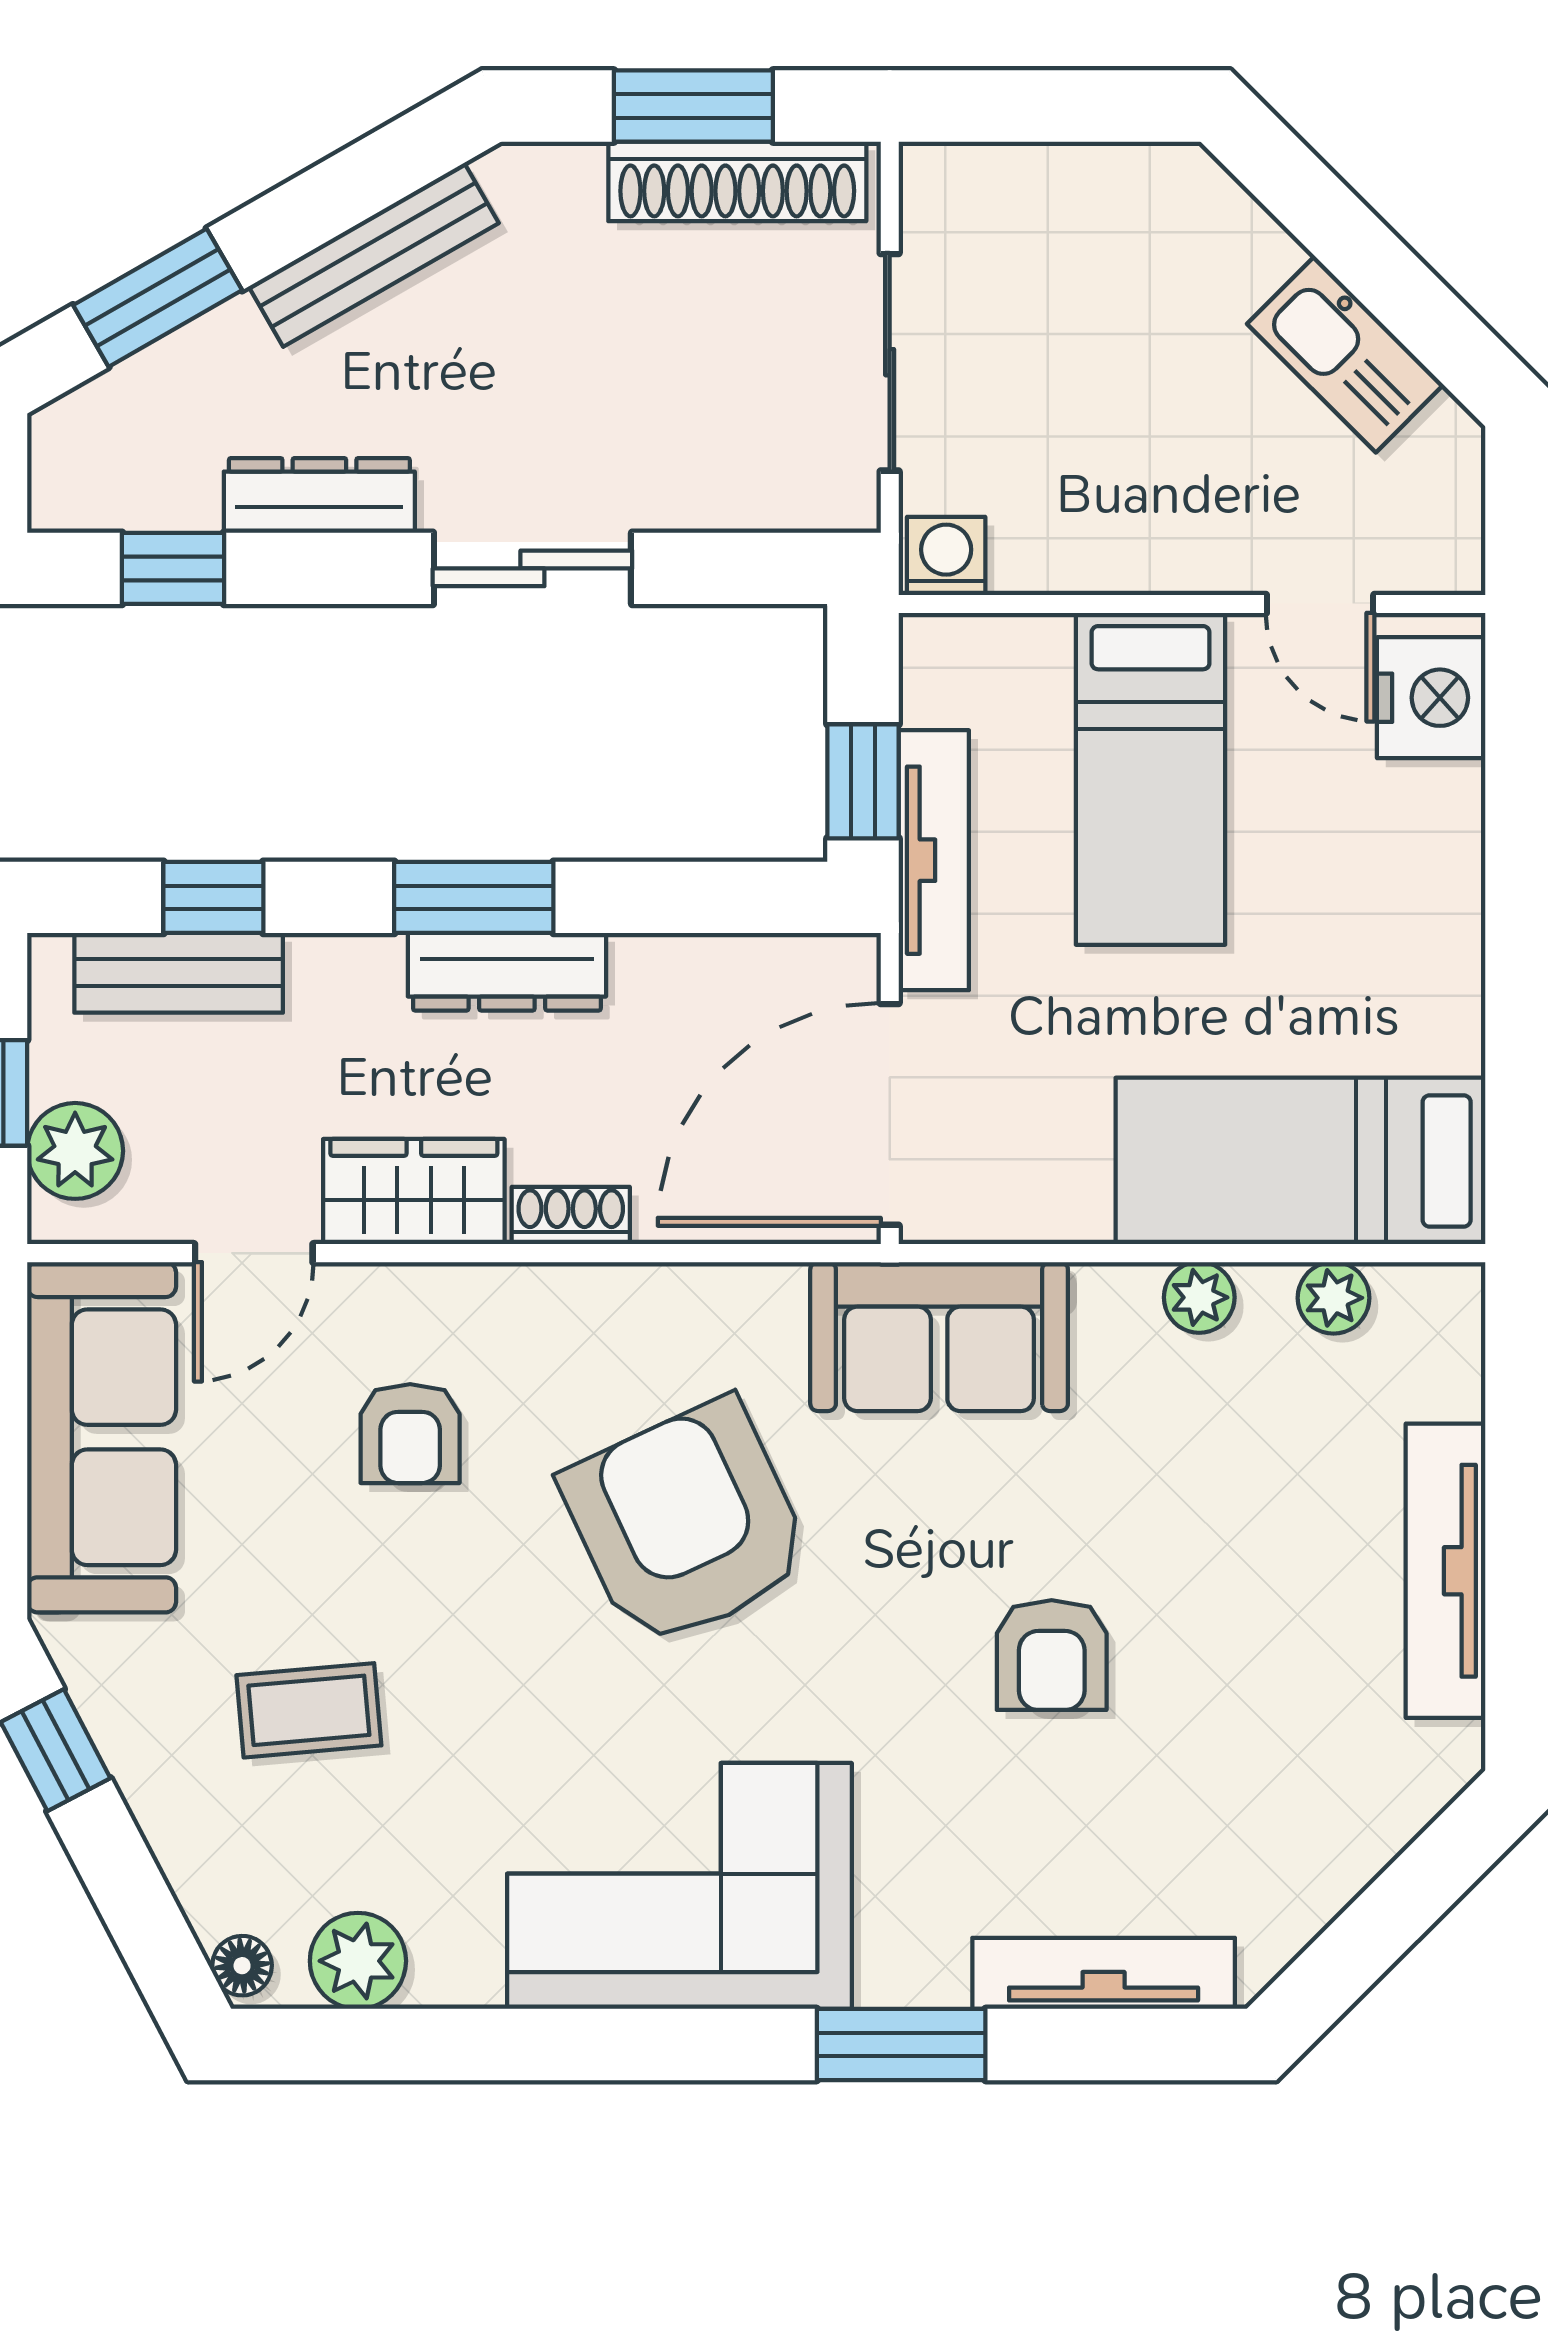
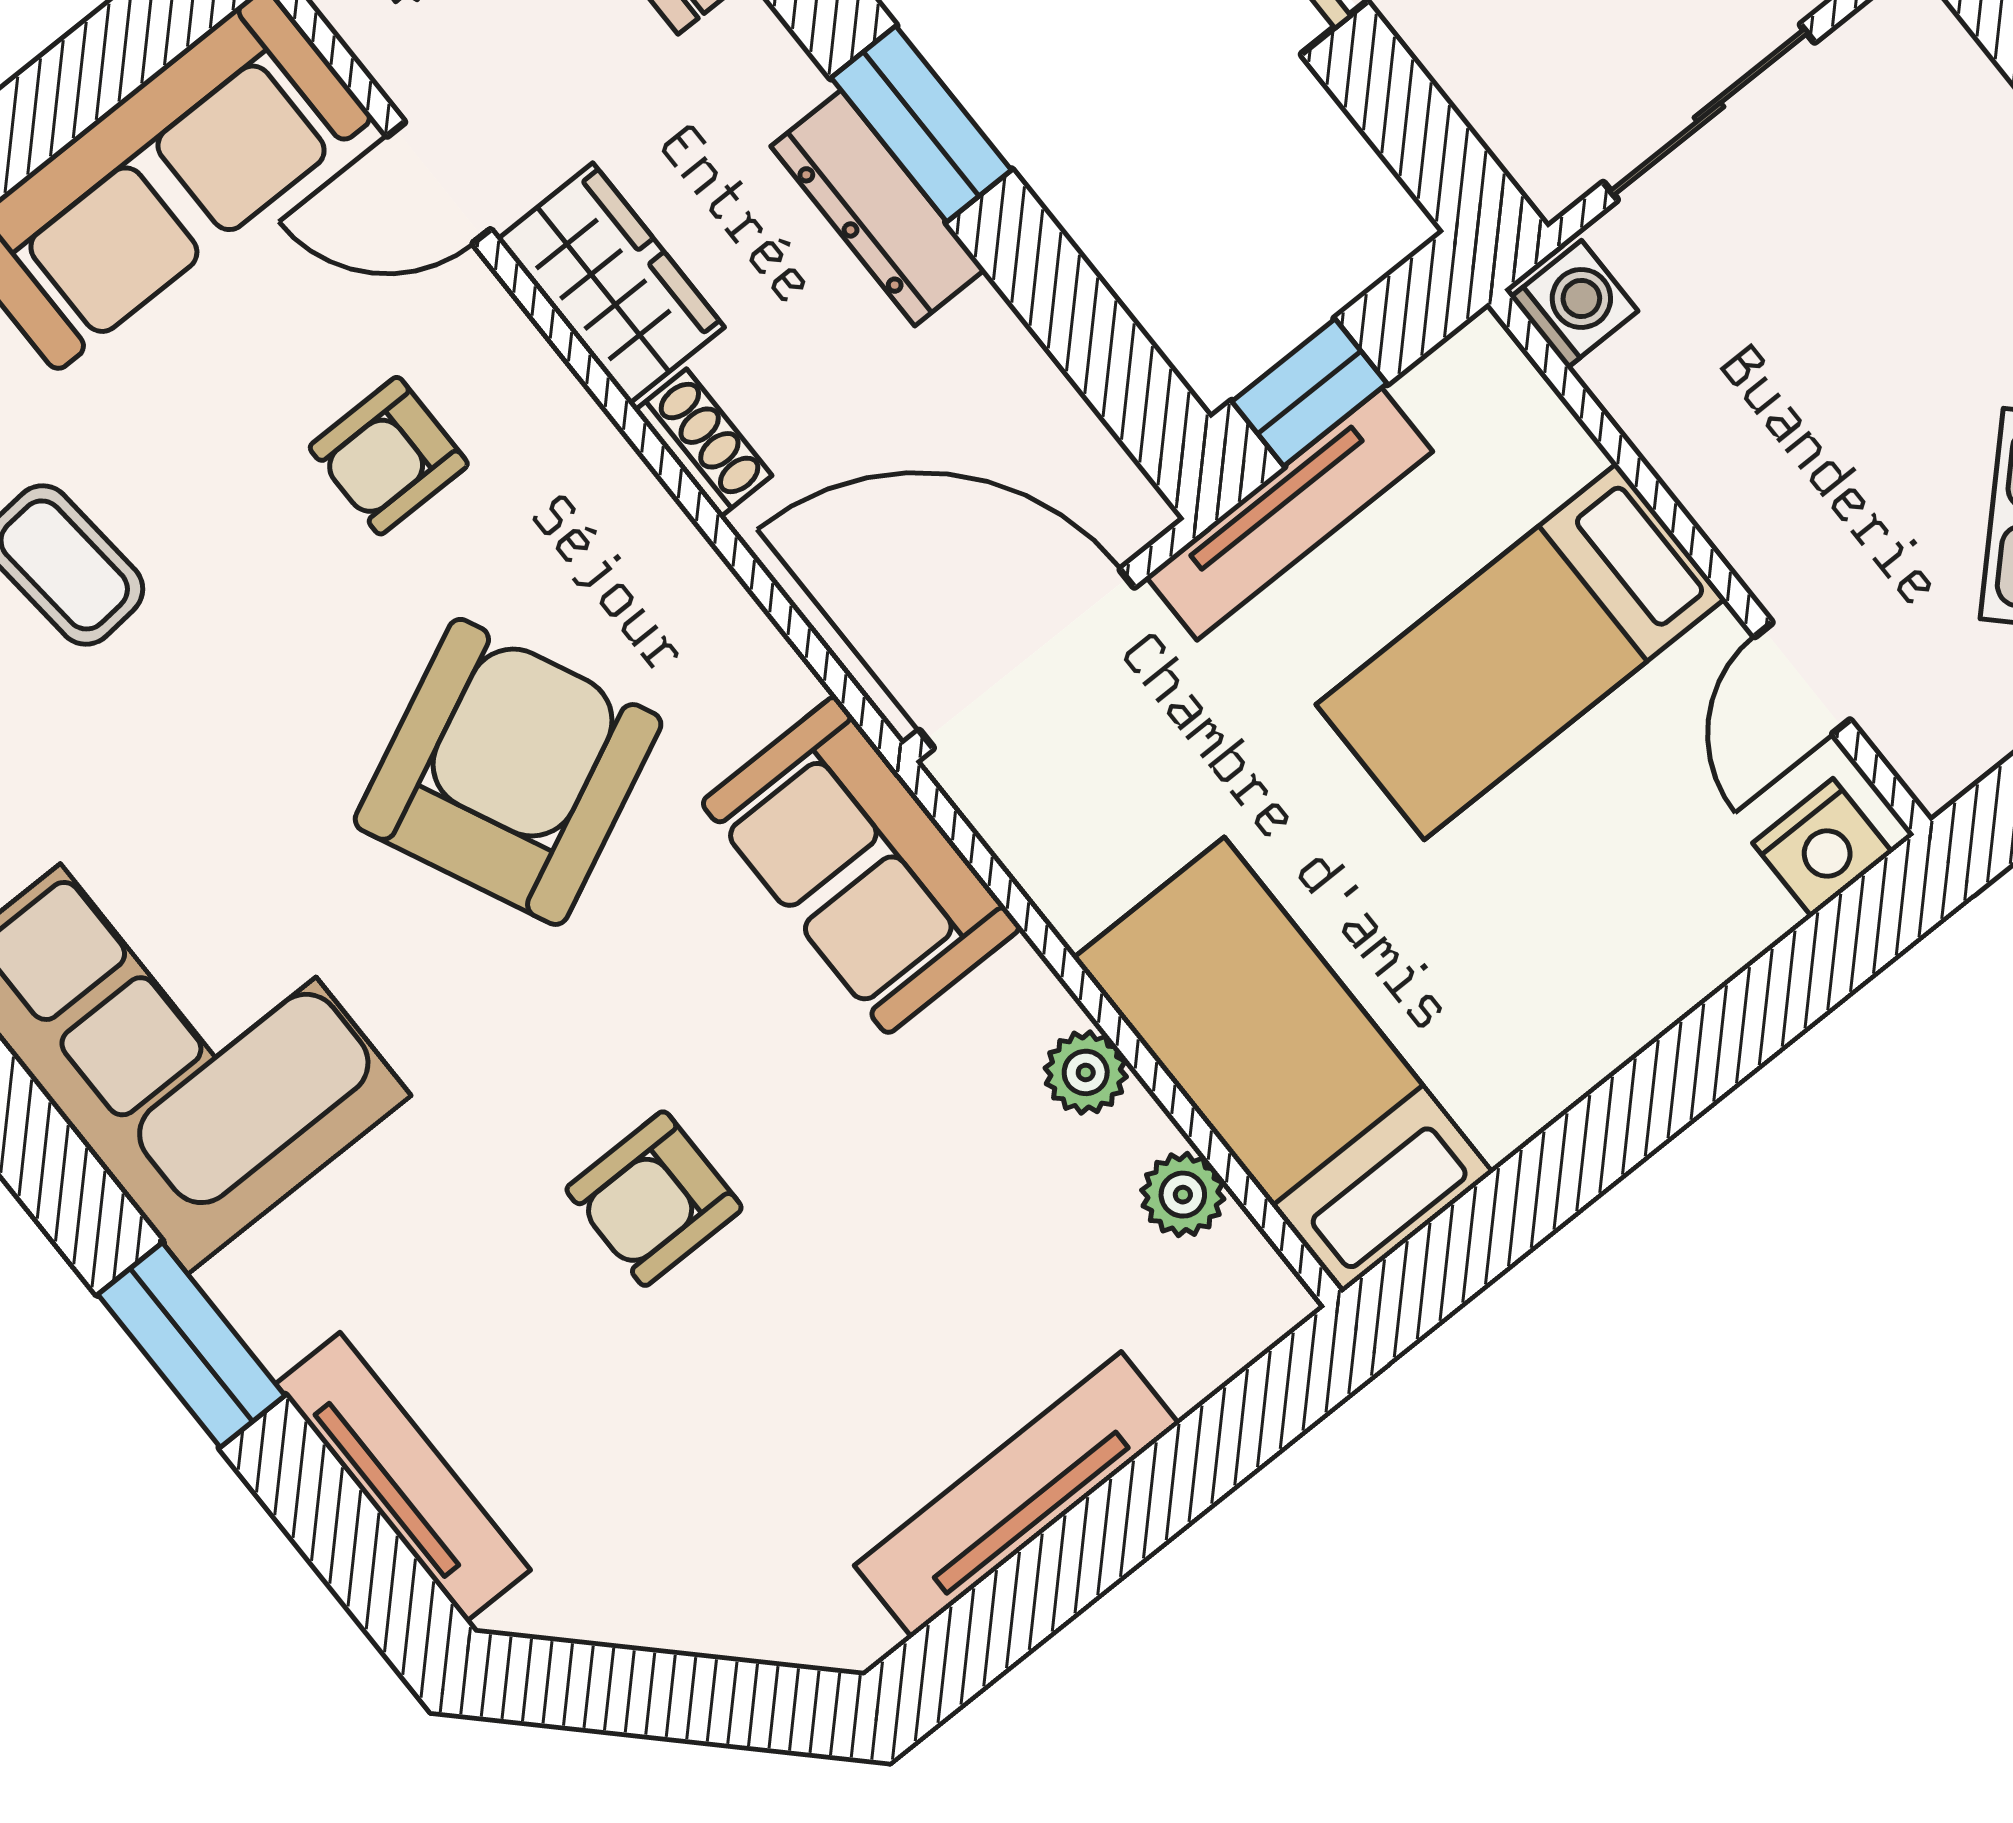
nightstand: (1431, 698) -> (1822, 848), width x0.74, depth x0.75

